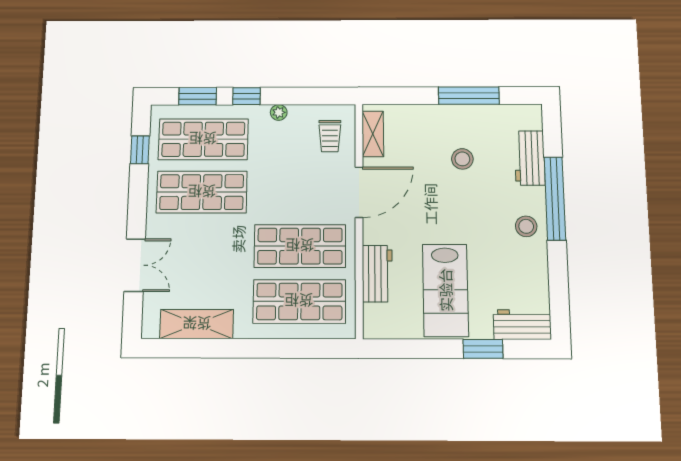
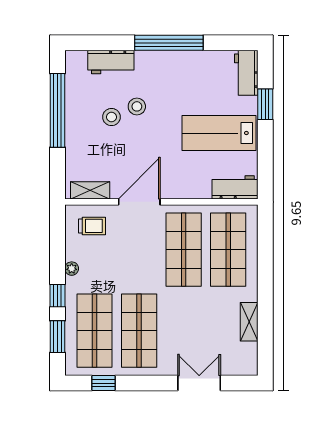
window: (469, 96) -> (57, 110), width x1.46
door: (359, 192) -> (139, 202), hinge flipped
window: (555, 198) -> (169, 43), moved
stool: (526, 226) -> (137, 106), moved
workbench: (377, 274) -> (235, 187), moved
lab bench: (445, 290) -> (219, 133), turned 180
shelving: (197, 324) -> (249, 322), width x0.67, depth x0.75

